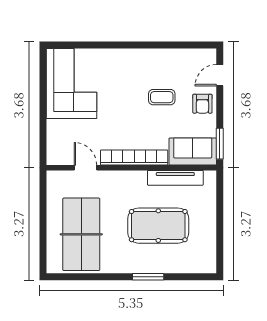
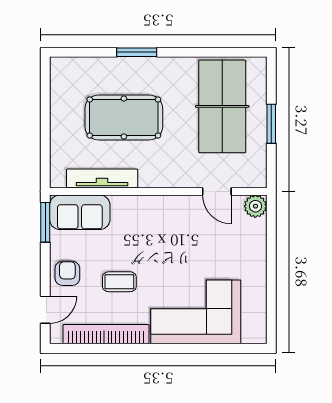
corner sofa: (71, 84) -> (196, 312), moved, turned 90
plant: (55, 156) -> (255, 206), added
bookcase: (134, 158) -> (106, 334), moved, turned 180
window: (43, 221) -> (271, 124), added

